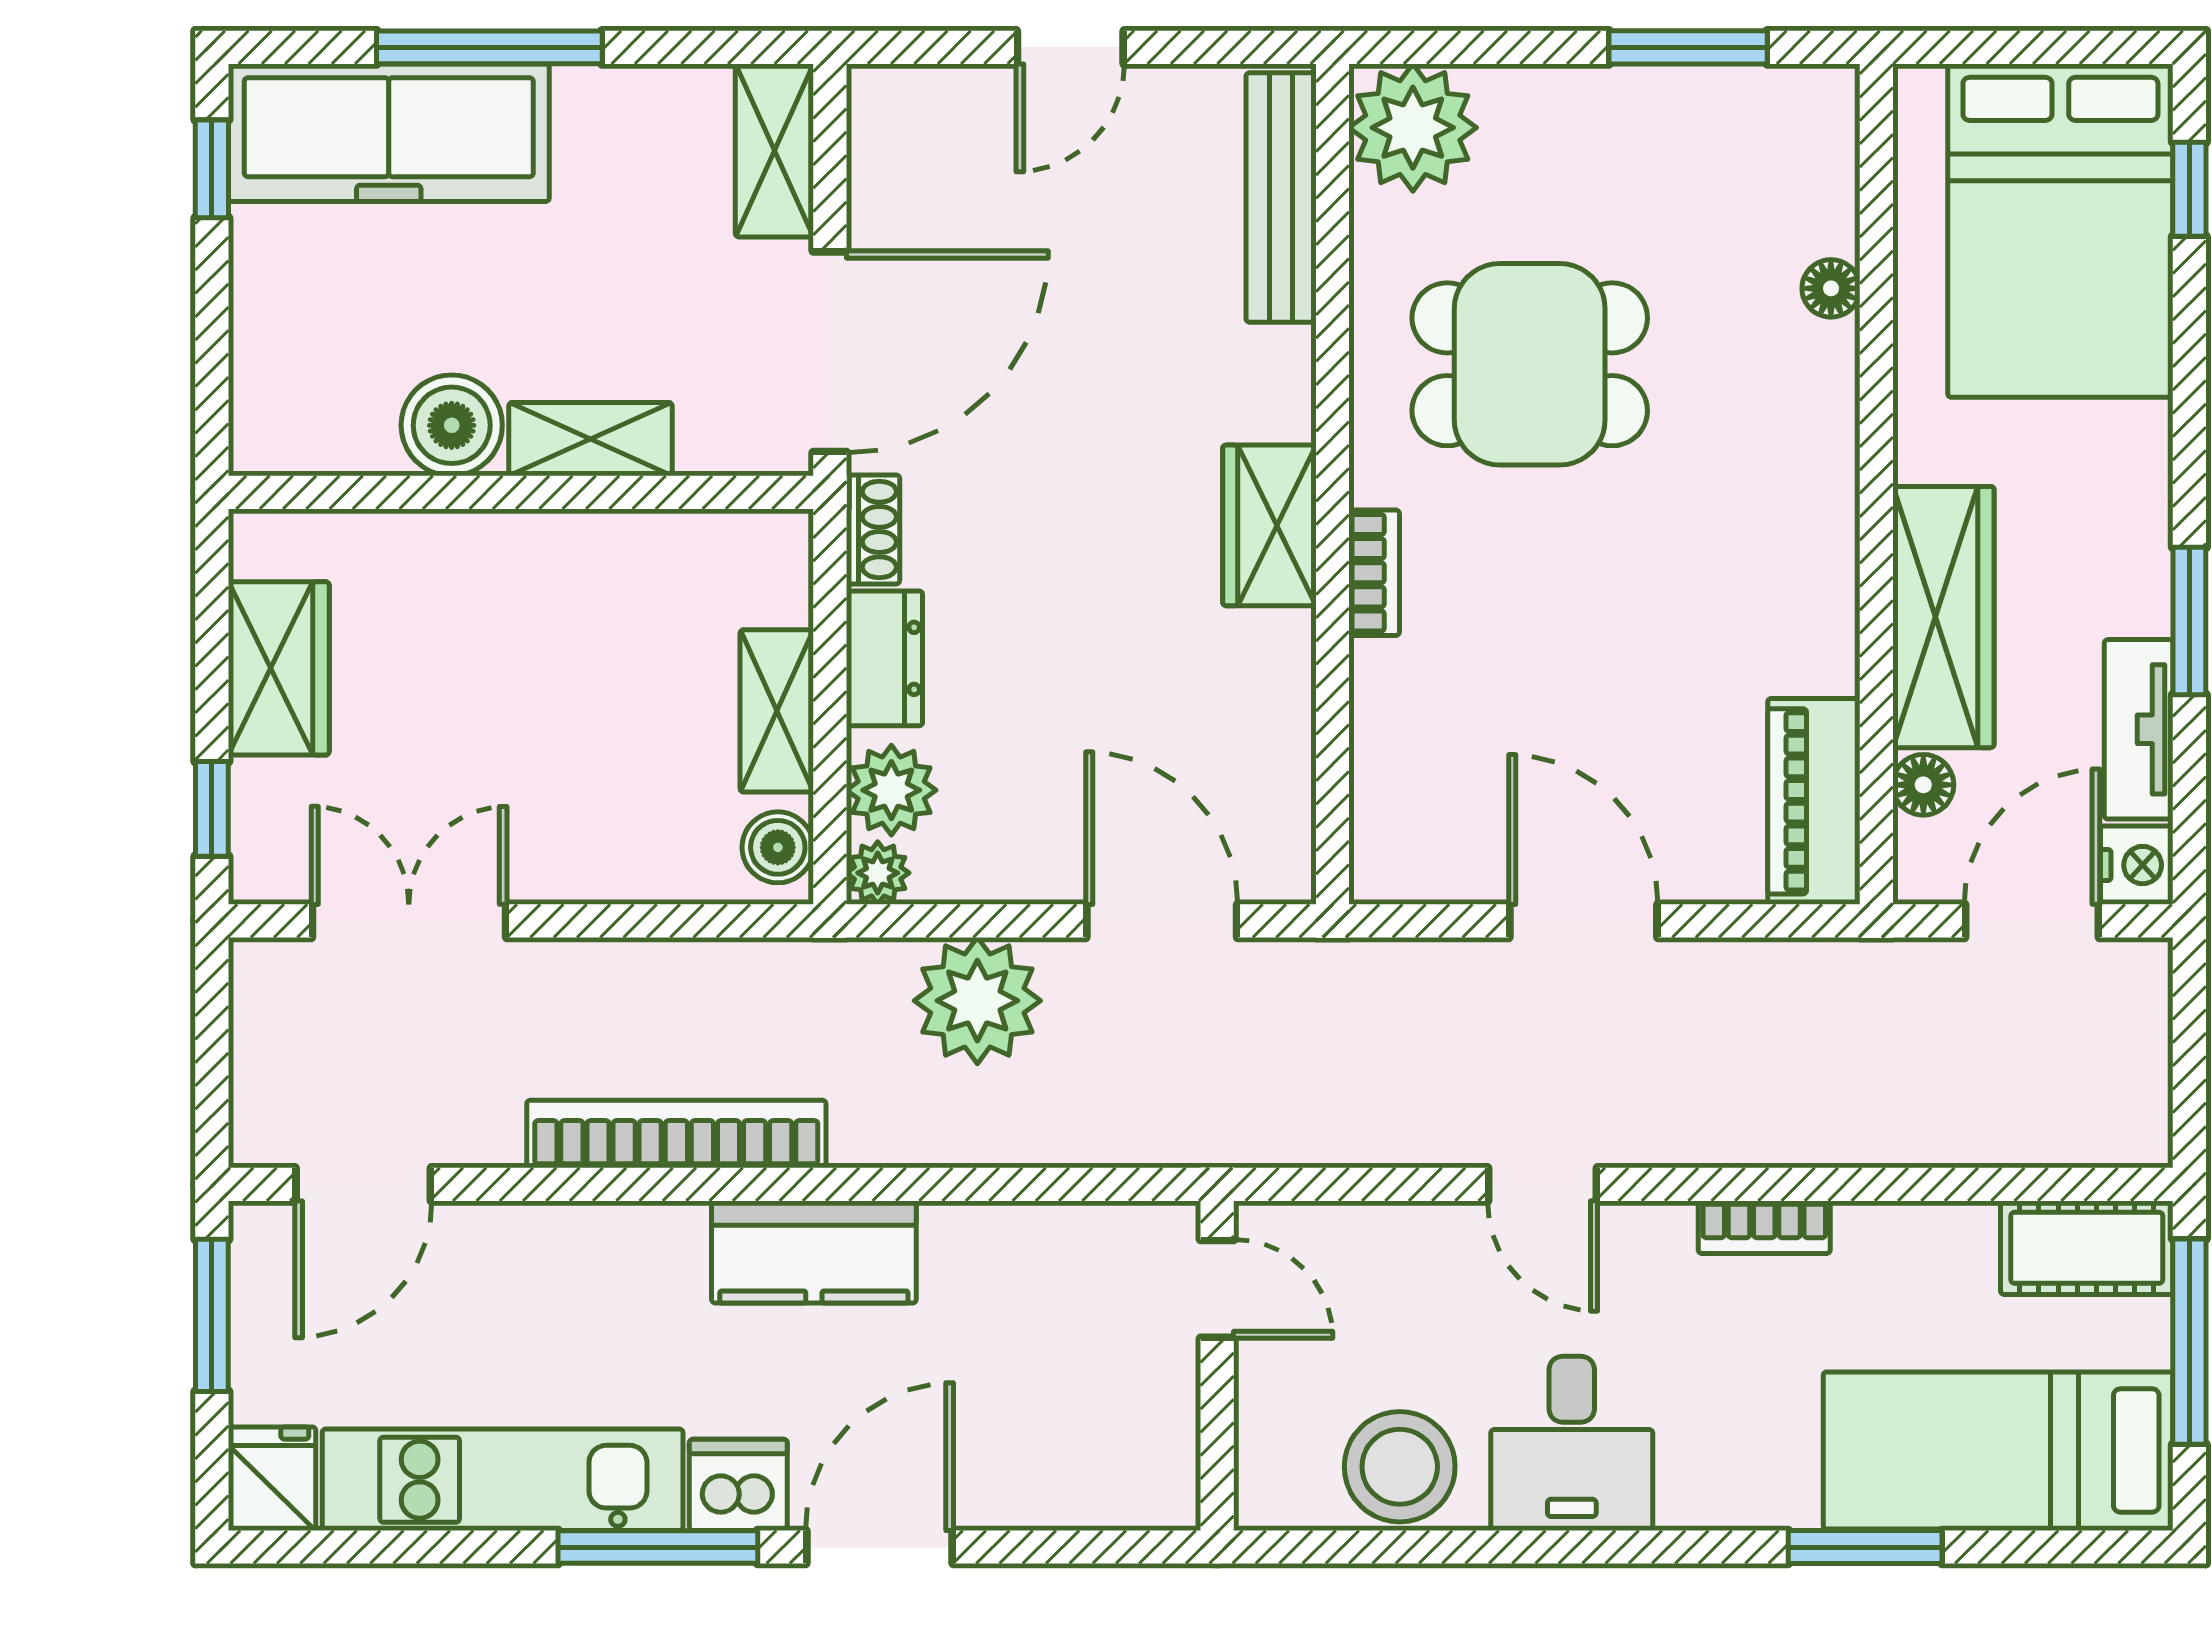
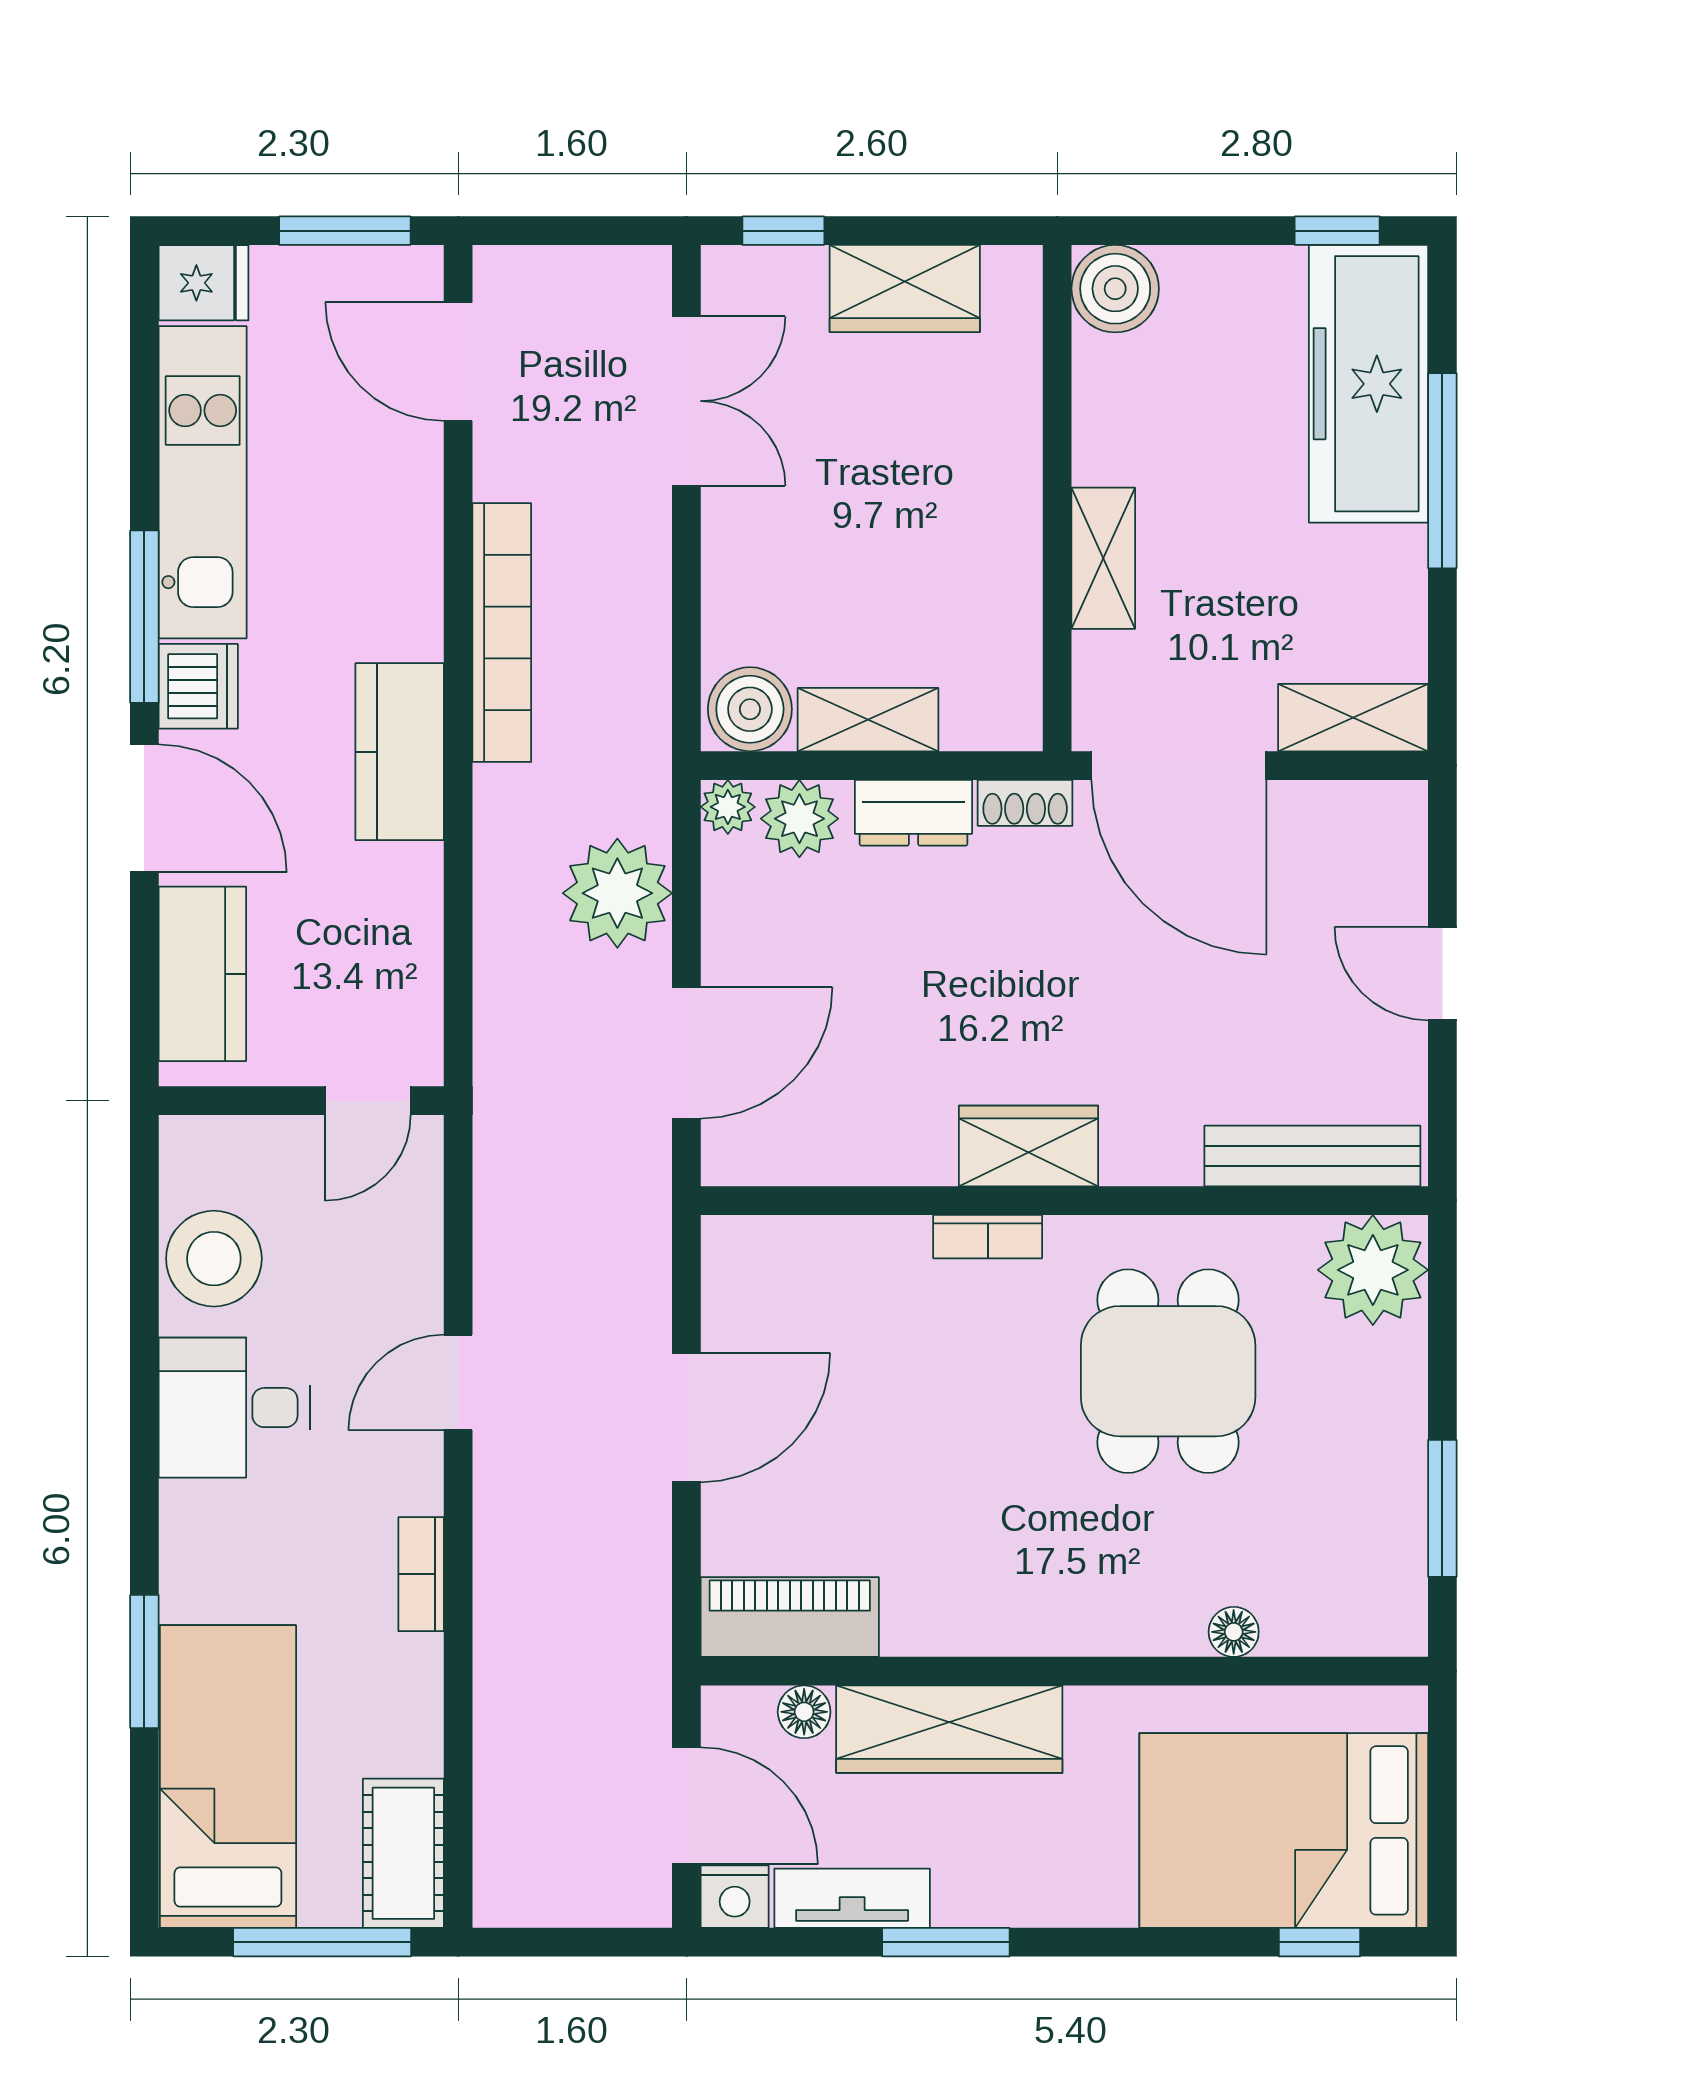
boiler: (452, 425) -> (1115, 289), moved
boiler: (778, 847) -> (750, 709), width x1.36, depth x1.36
kitchen counter: (1071, 1480) -> (202, 974), added

